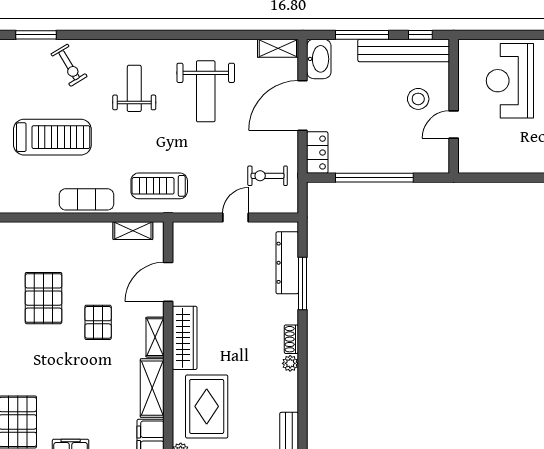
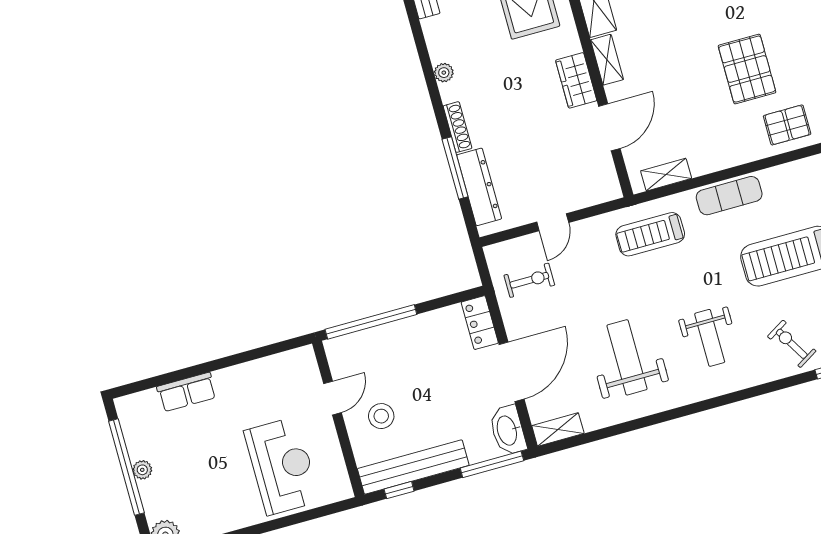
window: (362, 35) -> (492, 464), moved
window: (374, 178) -> (371, 322), moved
treadmill: (159, 186) -> (650, 234), turned 180
pallet: (98, 322) -> (787, 125), moved, turned 90
wardrobe: (185, 338) -> (576, 80), width x0.67
shoe rack: (291, 339) -> (458, 127), moved, width x1.43

